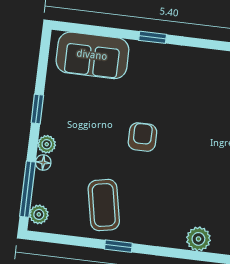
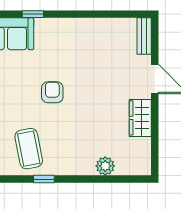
window: (153, 37) -> (33, 14), moved

